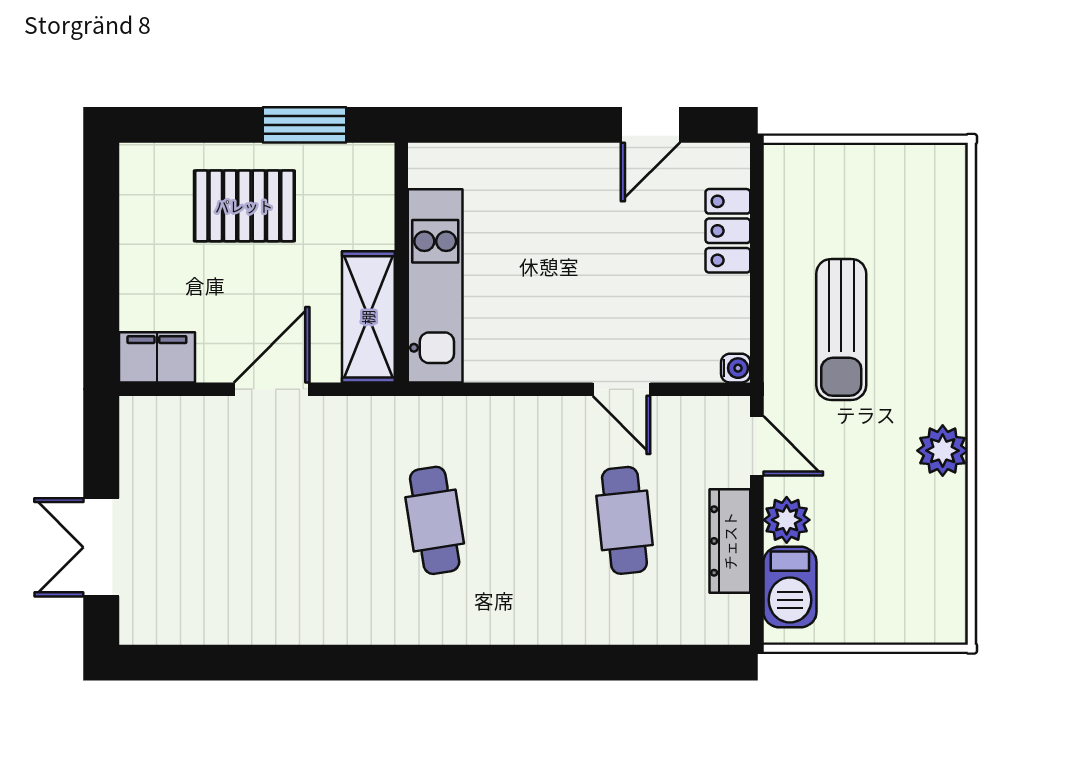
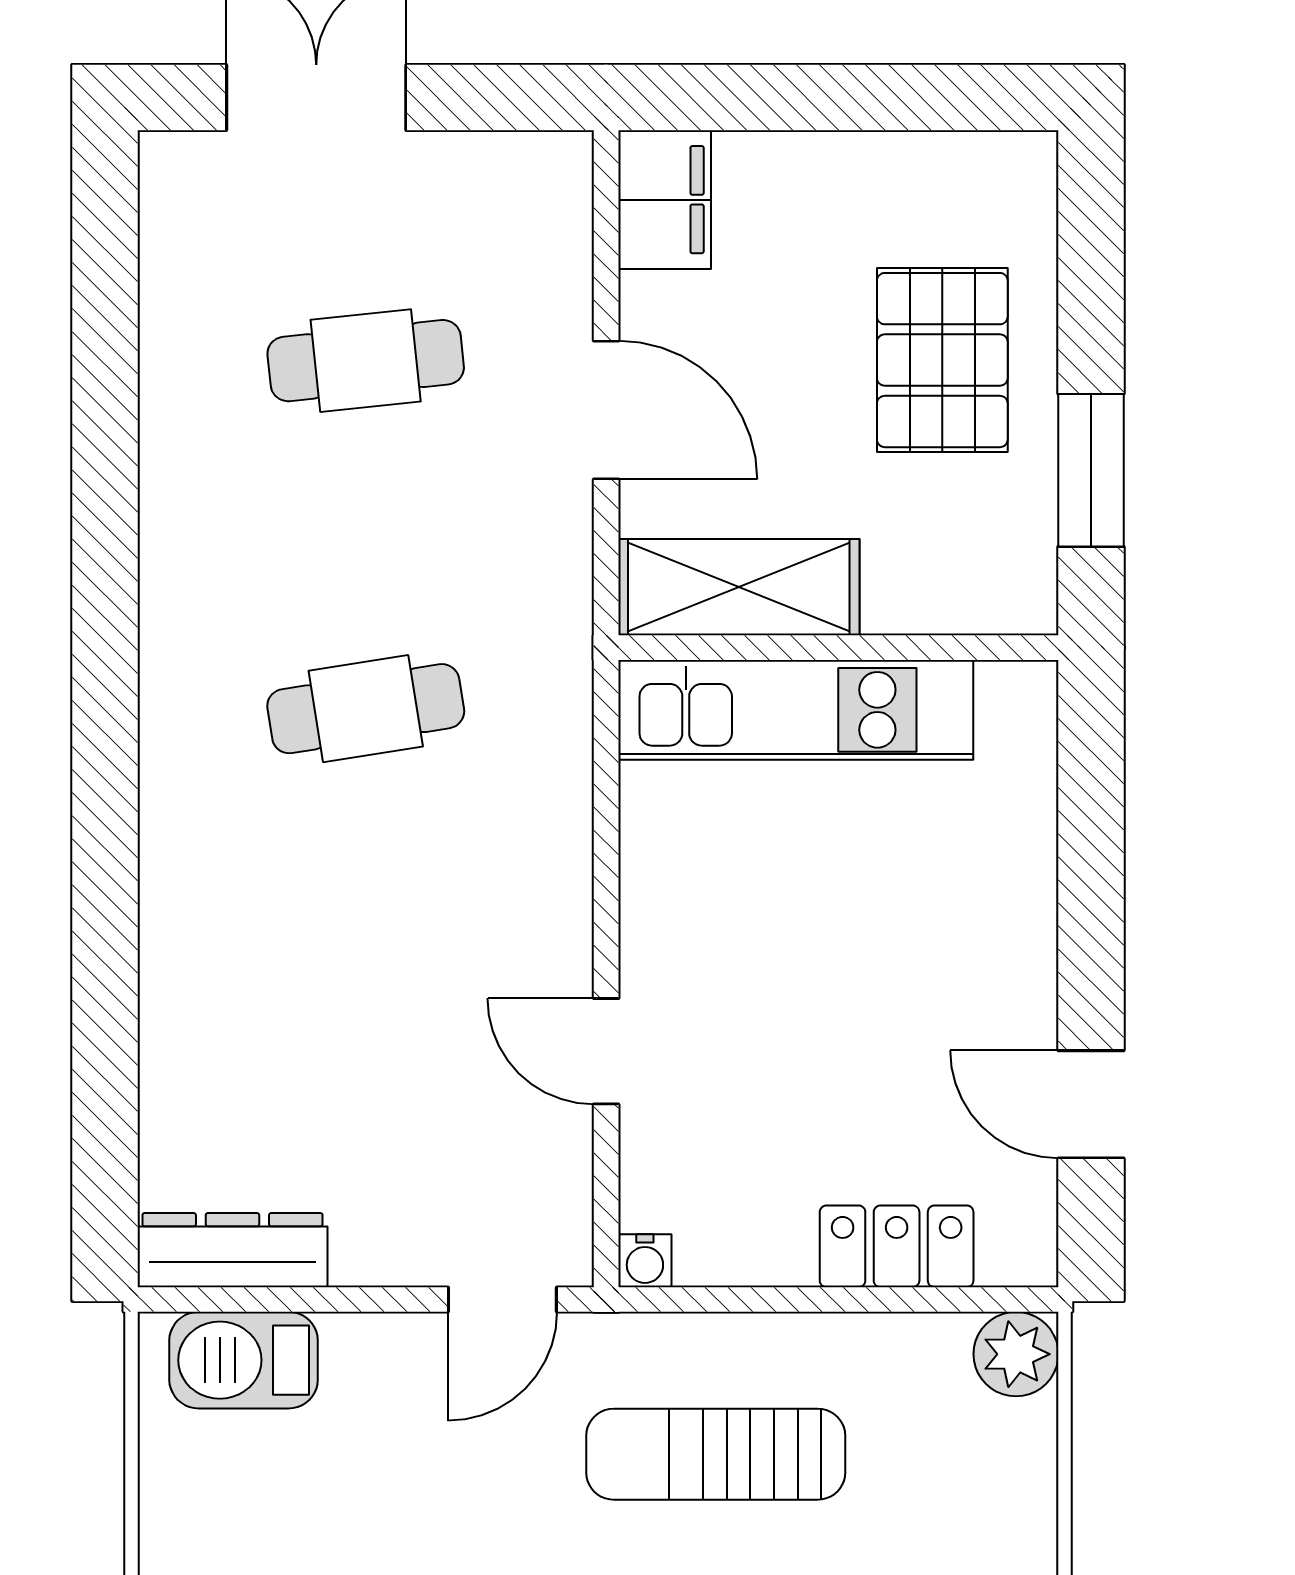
door: (621, 389) -> (606, 1051), hinge flipped
cafe table: (624, 520) -> (366, 361), moved
plant: (787, 520) -> (1016, 1354), moved
dresser: (730, 541) -> (232, 1250), moved

